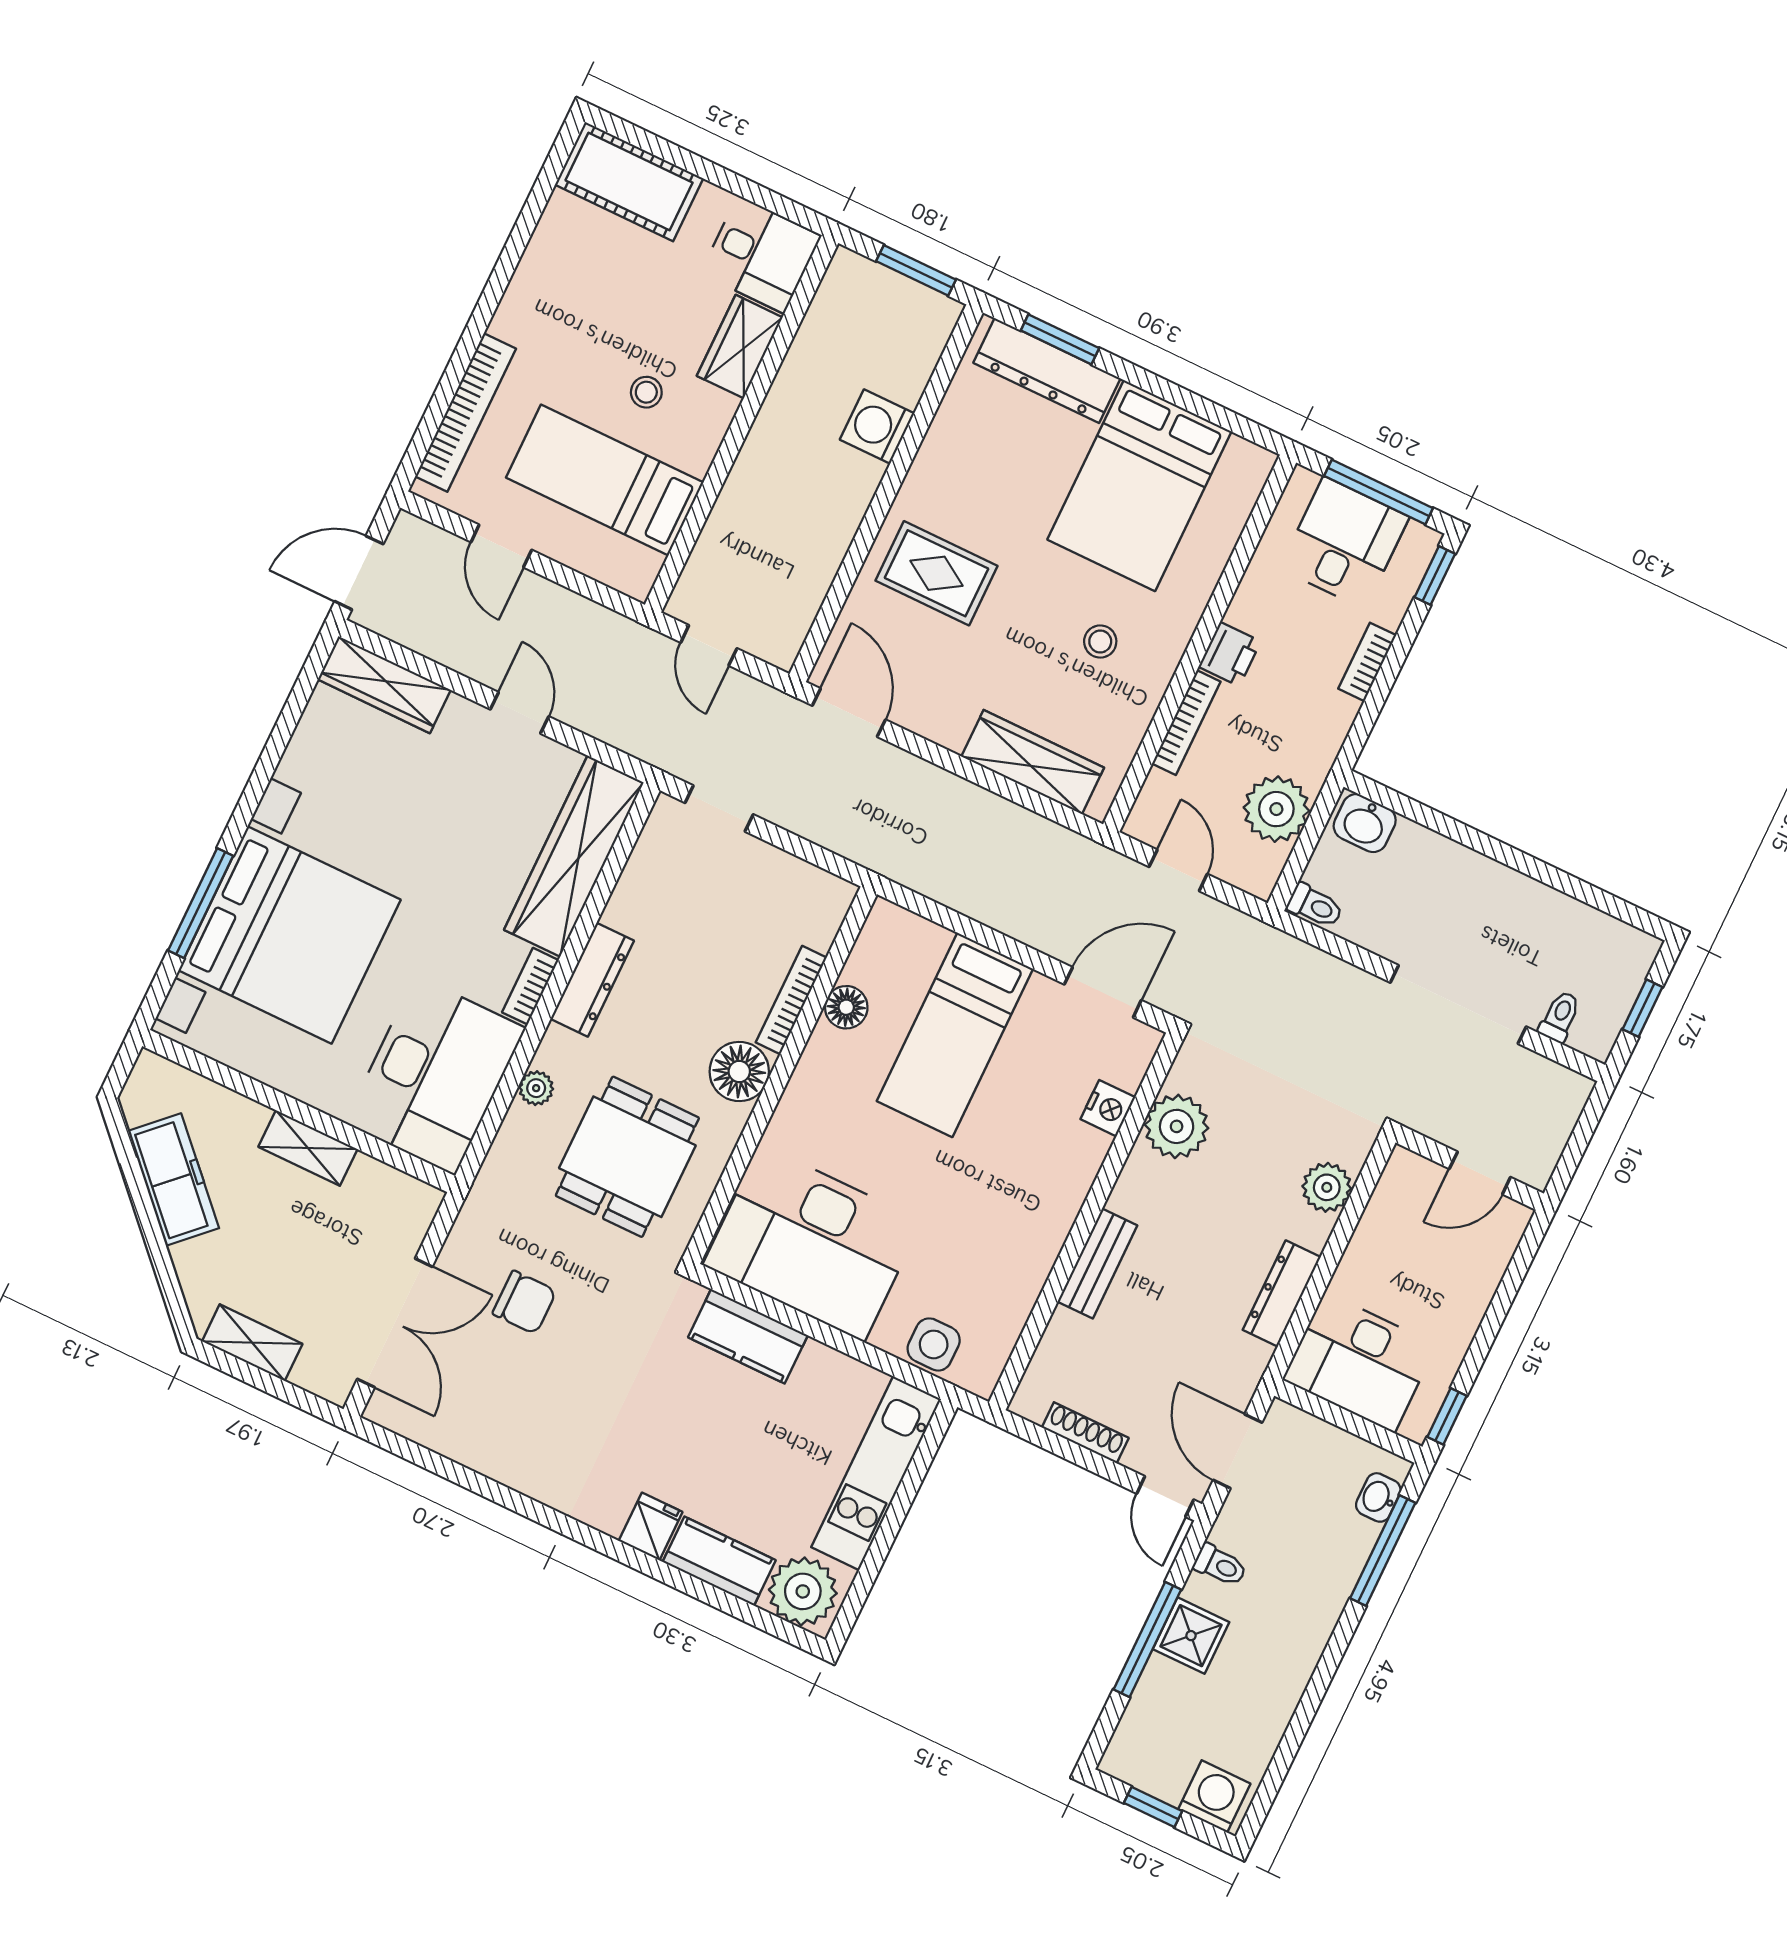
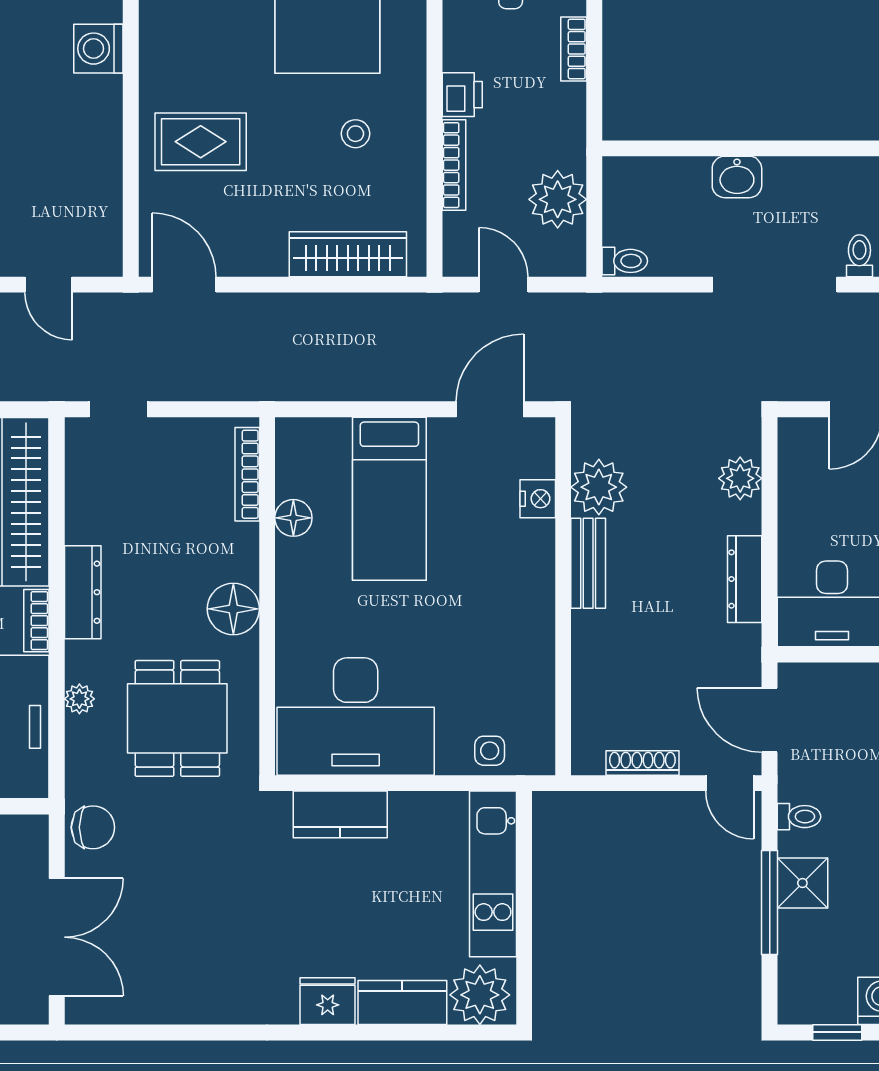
washbasin: (1365, 823) -> (737, 177), moved
bookcase: (791, 1000) -> (247, 474), moved
bench: (1097, 1264) -> (588, 563), moved
chair: (524, 1302) -> (93, 827), moved
side table: (934, 1344) -> (490, 751), width x0.73, depth x0.73
fridge: (651, 1526) -> (328, 1001), width x1.38

